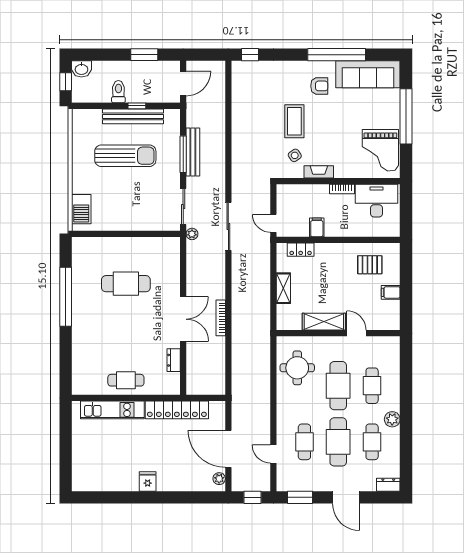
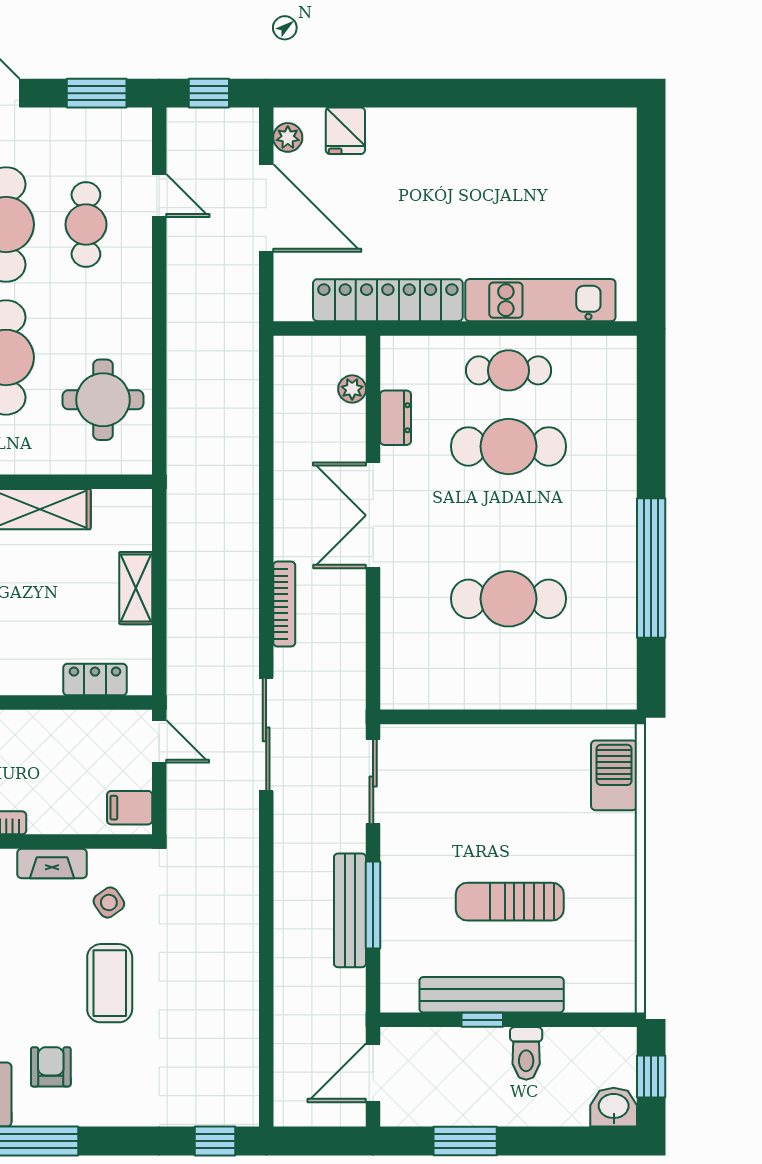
armchair: (319, 86) -> (51, 1067), turned 90
sun lounger: (125, 156) -> (510, 902), width x0.73, depth x0.75
filing cabinet: (317, 227) -> (130, 808), moved, turned 90
plant: (192, 234) -> (352, 389), moved
bookcase: (221, 318) -> (284, 604), moved
cafe table: (126, 348) -> (509, 446), added
fridge: (148, 481) -> (345, 131), moved

